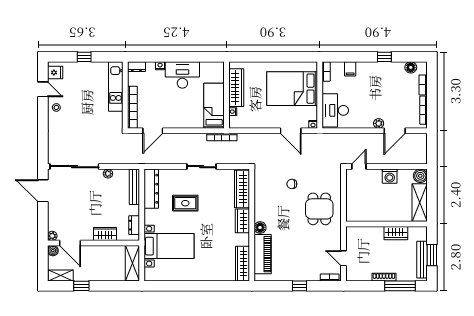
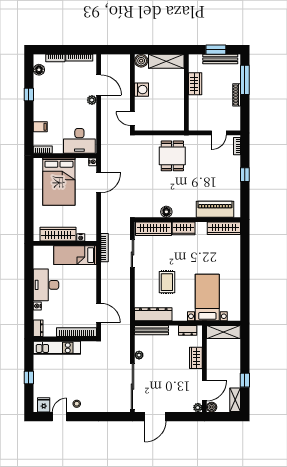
sliding door: (202, 167) -> (132, 254), moved
chair: (292, 184) -> (149, 182), removed
dining table: (319, 209) -> (172, 156), turned 90
floor lamp: (260, 228) -> (166, 212), moved

